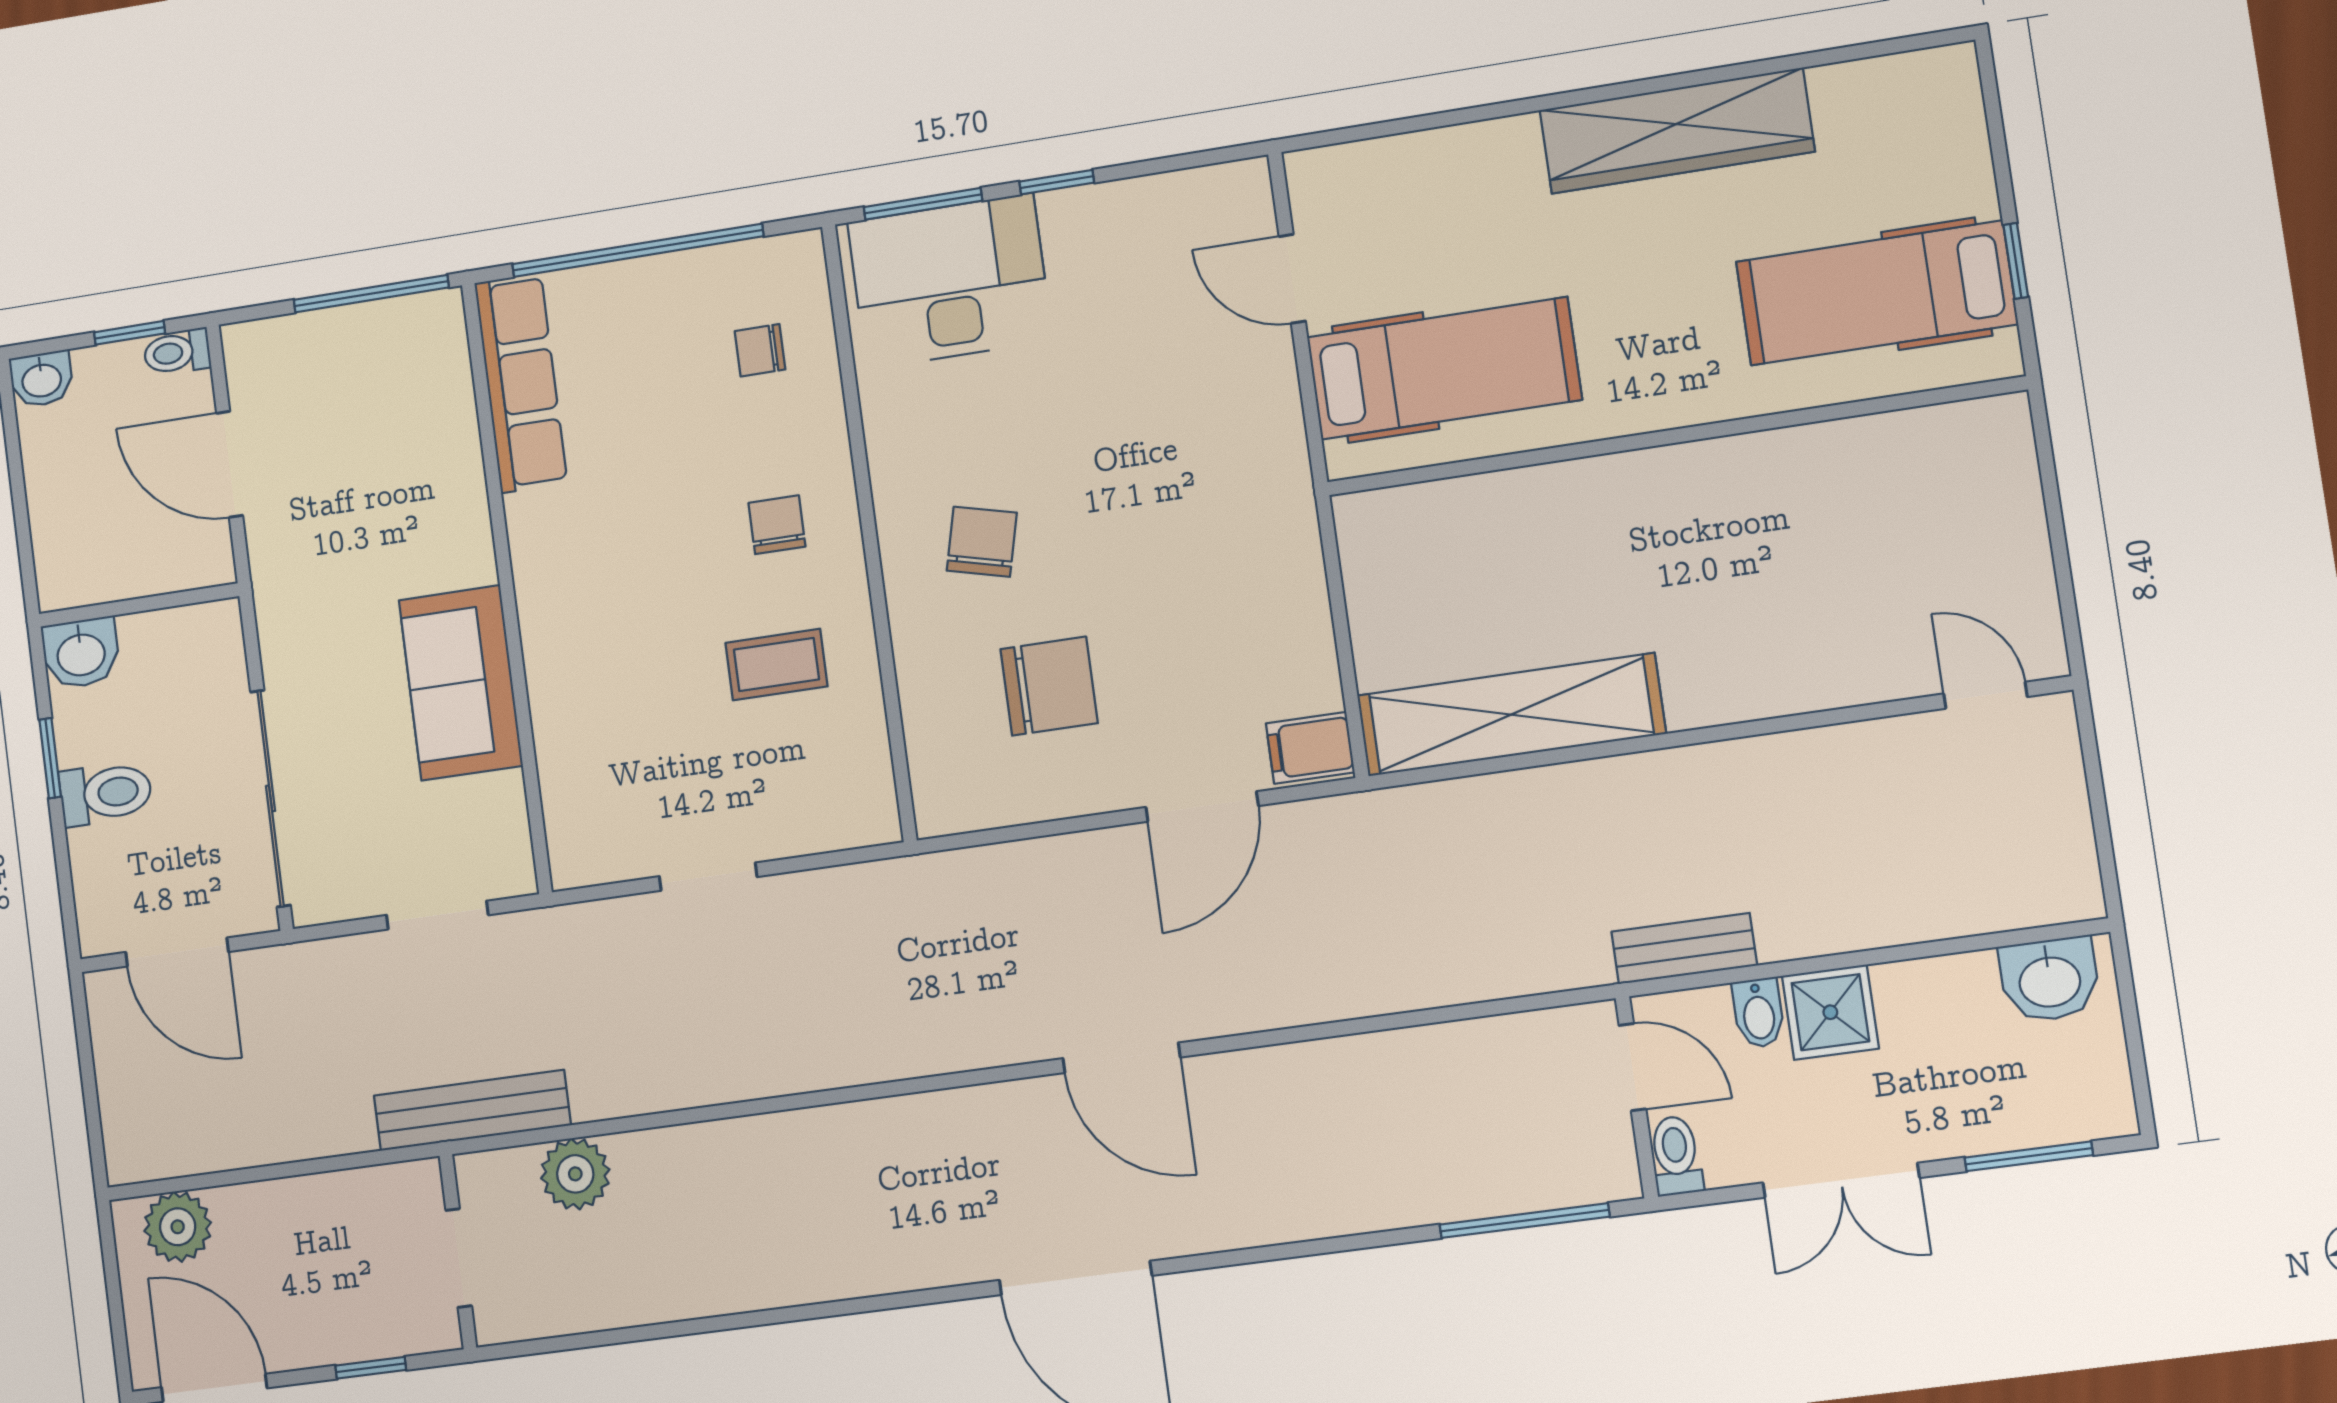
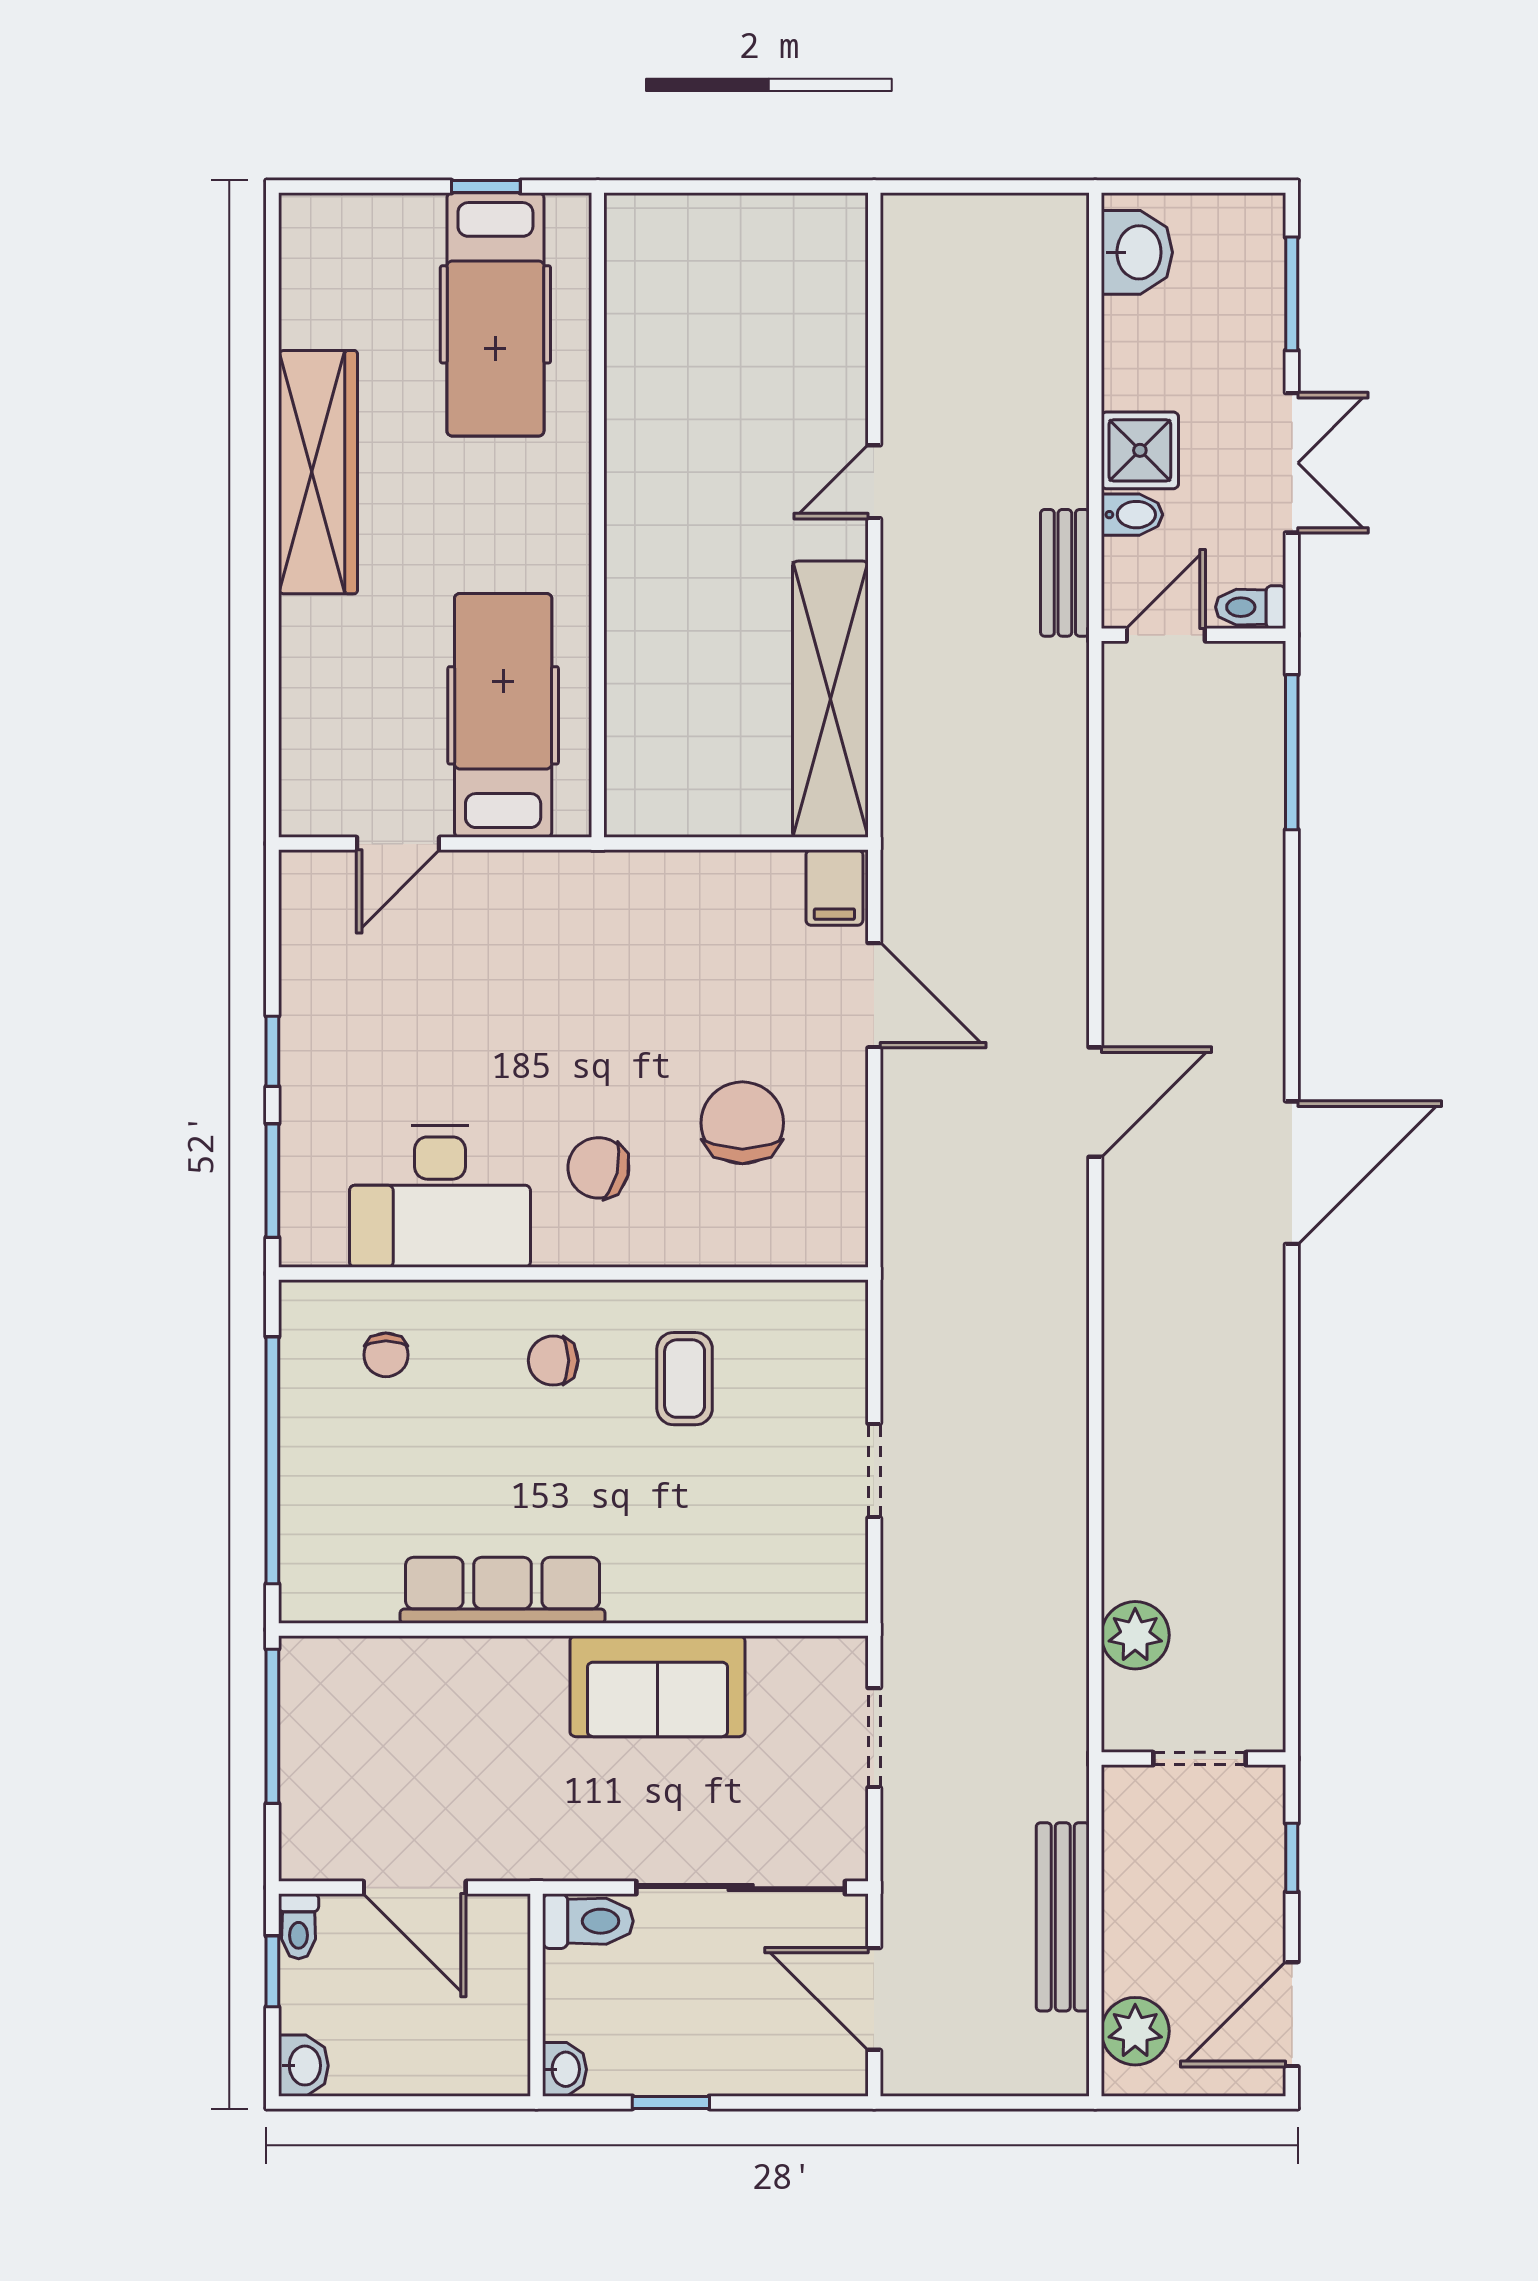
desk: (950, 281) -> (440, 1196), moved, turned -90
row of seats: (521, 383) -> (503, 1590), moved
door: (230, 464) -> (415, 1888), hinge flipped
washbasin: (81, 653) -> (564, 2069), width x0.72, depth x0.69
door: (1985, 695) -> (874, 482), moved
toilet: (106, 793) -> (588, 1921), moved, turned 90
door: (177, 952) -> (874, 1999), swing flipped
bench: (472, 1110) -> (1063, 1917), moved

